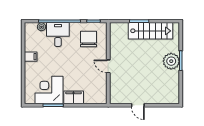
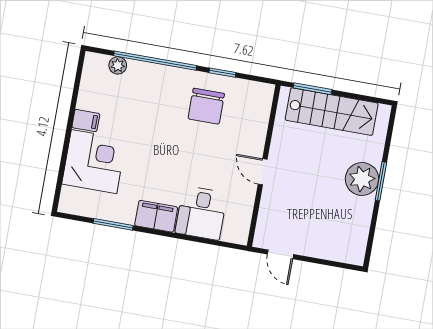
desk: (58, 35) -> (201, 213), moved, turned 180
chair: (88, 39) -> (206, 106), turned 180
wall: (108, 63) -> (264, 166), moved
door: (108, 66) -> (263, 172), moved
corner desk: (49, 90) -> (94, 162), moved, turned 90

